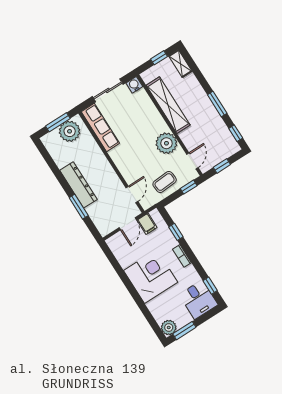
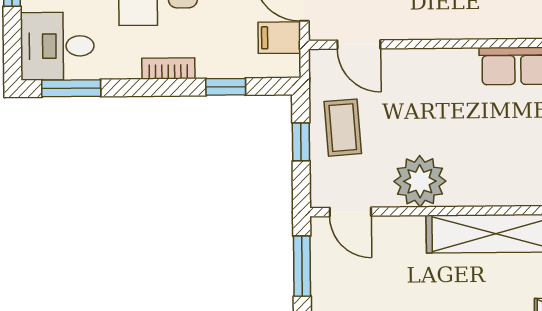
window: (222, 166) -> (302, 266), width x1.50
window: (189, 187) -> (301, 142), moved
window: (210, 286) -> (71, 88), width x1.50

